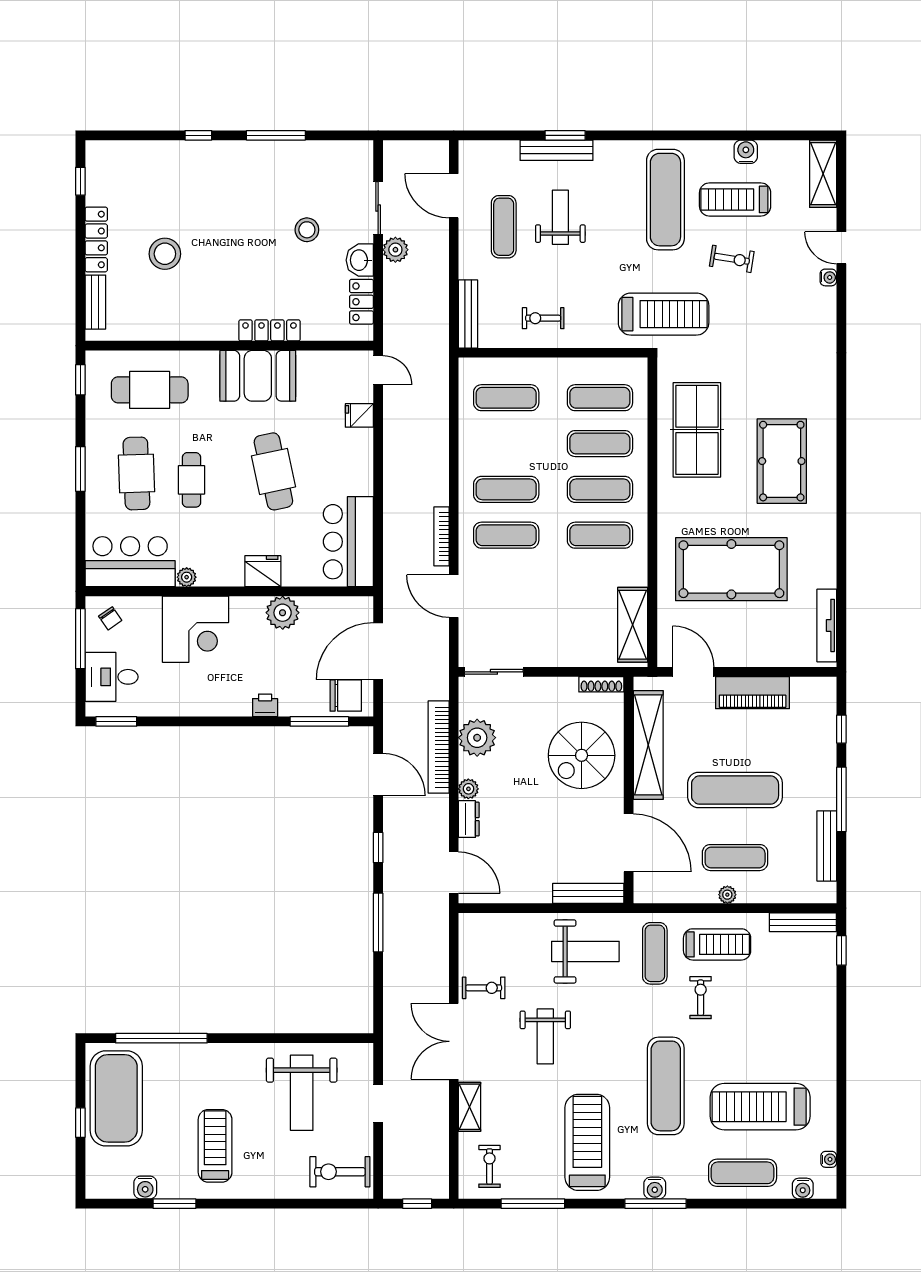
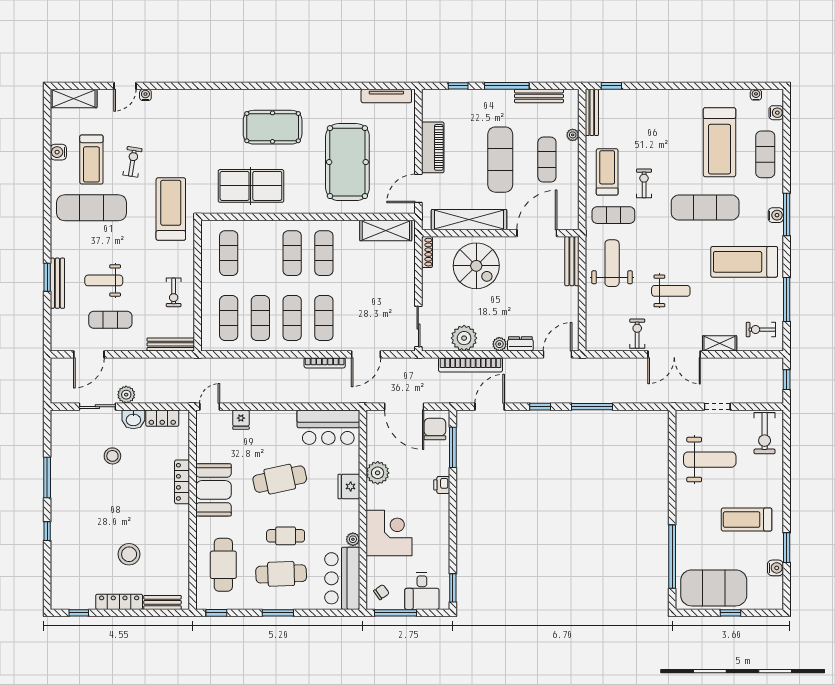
exercise mat: (600, 444) -> (260, 318), moved
plant: (727, 895) -> (573, 135), moved
exercise bike: (701, 998) -> (644, 183), turned 90

